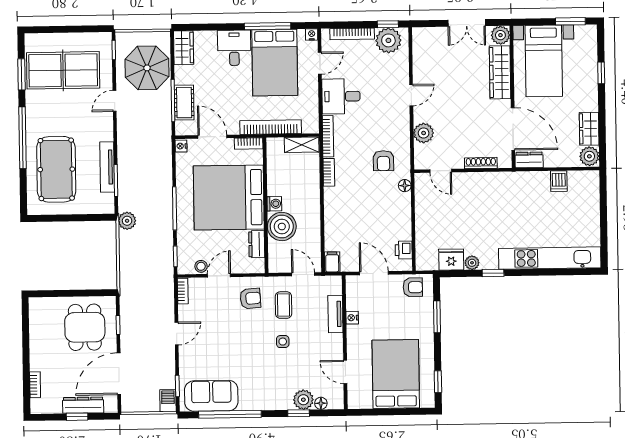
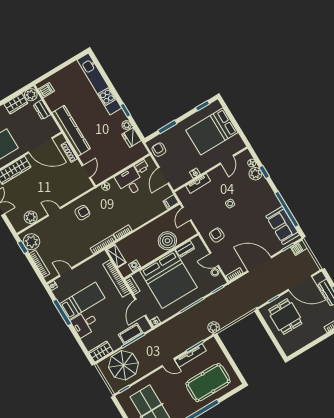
bed: (275, 63) -> (82, 301), width x0.67
desk: (341, 96) -> (130, 182), moved, turned 180
door: (115, 101) -> (168, 363), moved
door: (513, 129) -> (40, 145), swing flipped
plant: (424, 133) -> (31, 217), moved
dresser: (529, 160) -> (42, 110), moved
armchair: (383, 161) -> (82, 213), moved
dishwasher: (559, 181) -> (46, 90), moved
kitchen counter: (508, 183) -> (71, 131), added
washing machine: (274, 204) -> (135, 266), moved
coffee table: (284, 305) -> (210, 215), removed
dining table: (85, 327) -> (285, 317), turned 90
door: (177, 334) -> (260, 264), width x1.88

